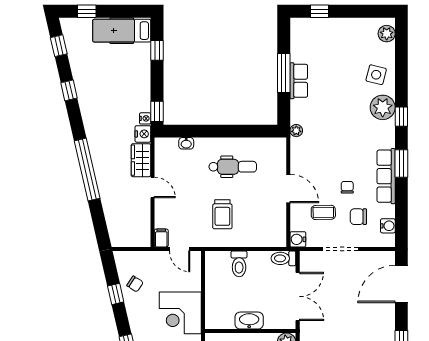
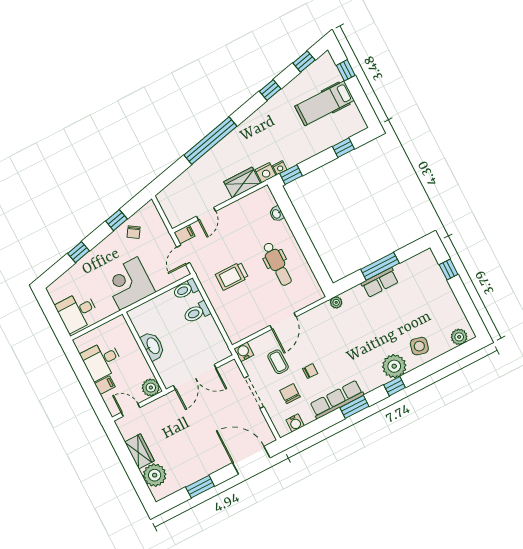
hospital bed: (122, 31) -> (325, 103), moved, turned -90
door: (153, 187) -> (206, 214), moved
toilet: (283, 258) -> (186, 289), moved, turned -90

